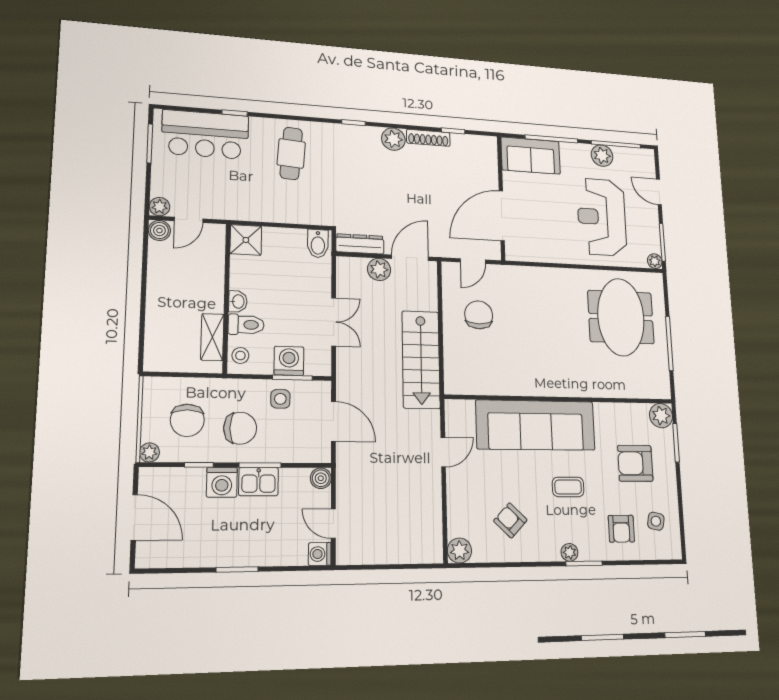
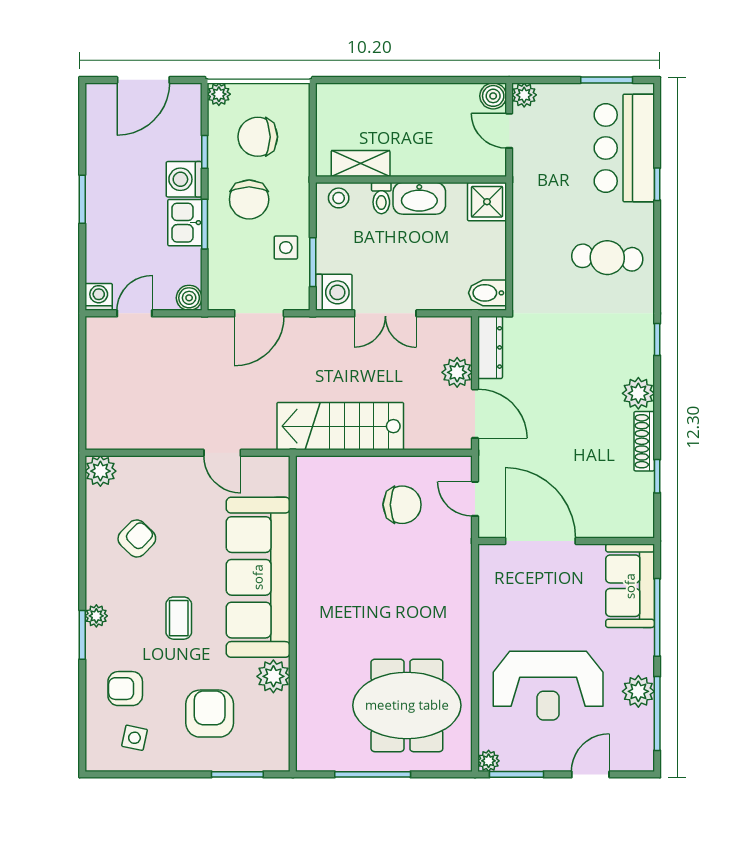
reception desk: (602, 217) -> (548, 686), turned 180
washbasin: (238, 301) -> (419, 198), width x1.91, depth x1.45
toilet: (246, 325) -> (381, 198), width x0.73, depth x0.72
washing machine: (289, 361) -> (334, 292), moved
plant: (661, 416) -> (273, 676), moved

